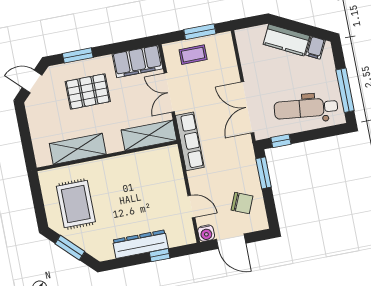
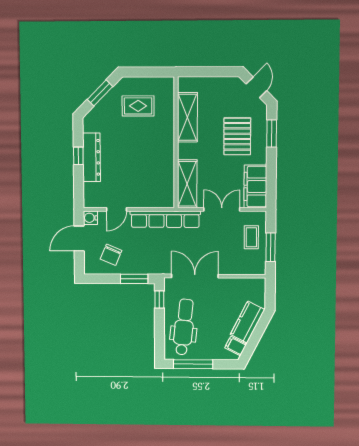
row of seats: (190, 141) -> (165, 219), width x1.36
rug: (76, 204) -> (138, 106), width x0.73, depth x0.70
window: (160, 255) -> (78, 156), moved

